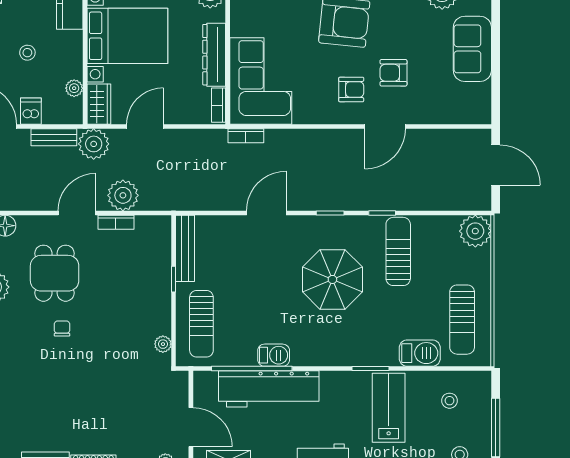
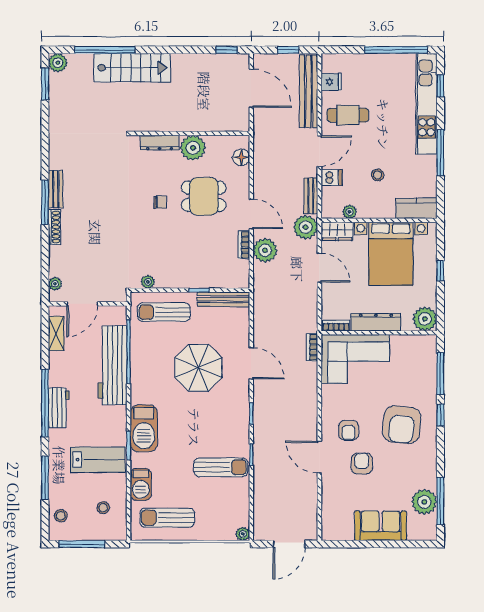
plant: (475, 231) -> (243, 534), width x0.53, depth x0.53
parasol: (332, 279) -> (198, 368), moved
barbecue: (274, 355) -> (144, 428), moved, width x1.88, depth x1.53

